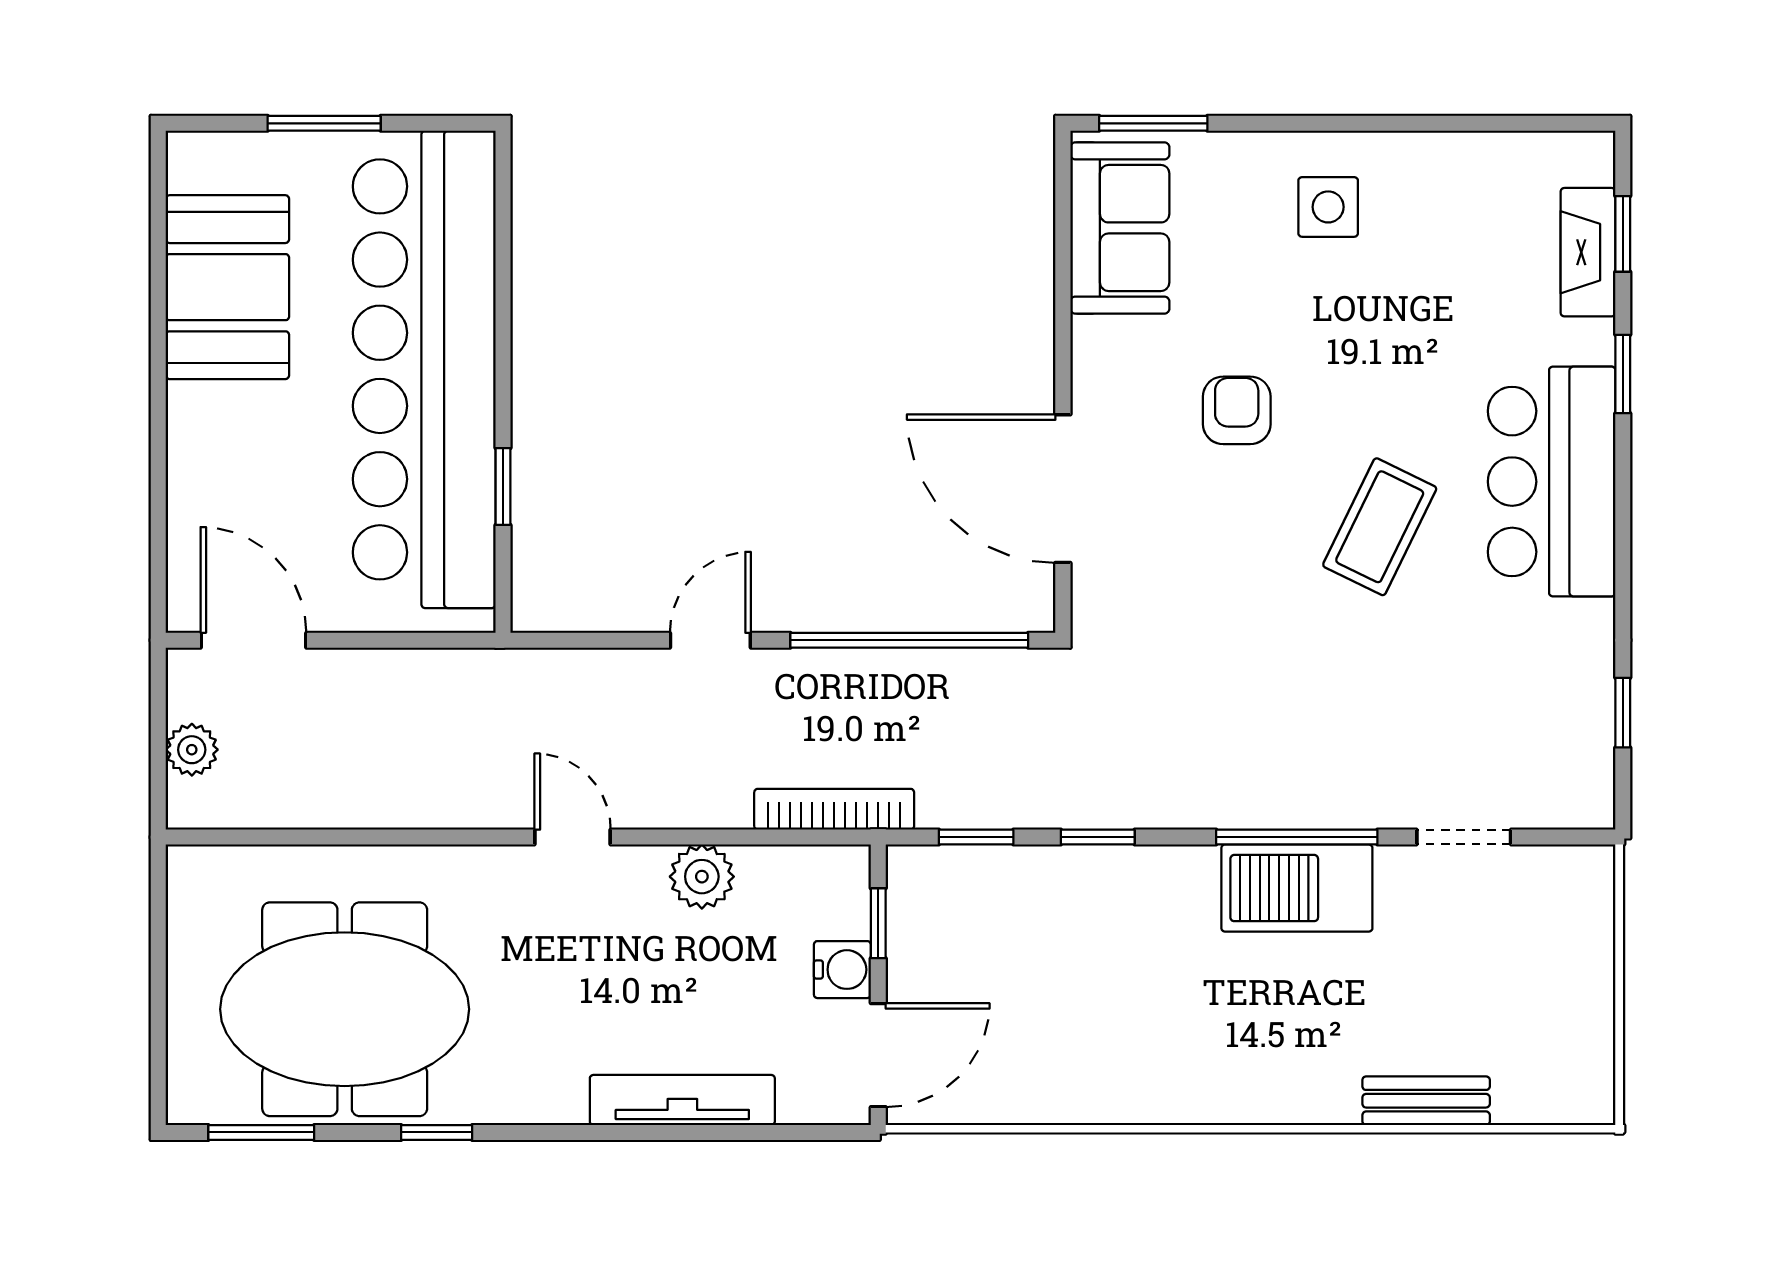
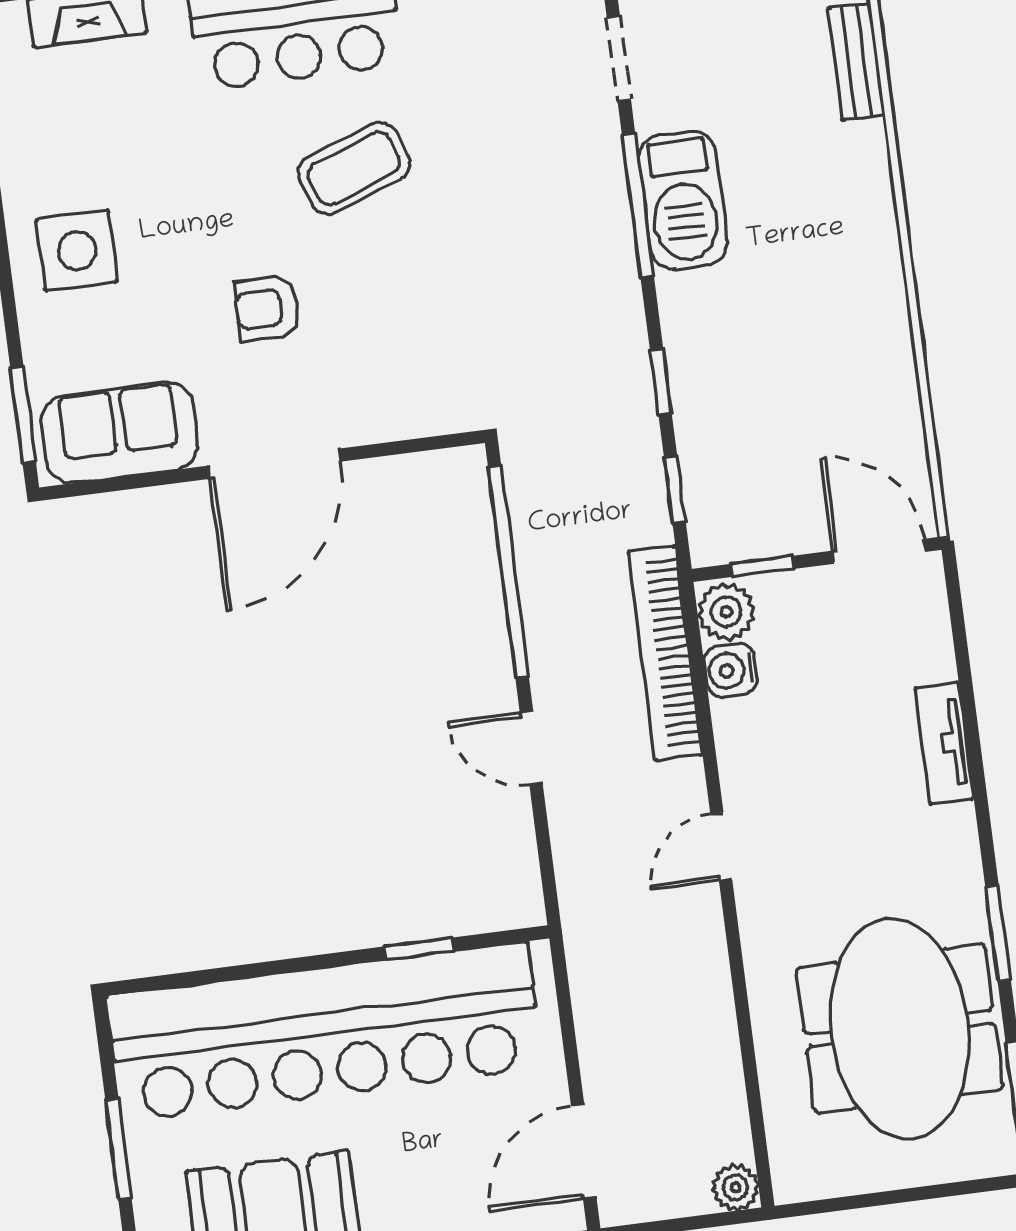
side table: (1328, 207) -> (77, 251), width x1.37, depth x1.37
door: (1063, 489) -> (274, 464), moved
coffee table: (1380, 527) -> (354, 168), turned -46
plant: (192, 750) -> (735, 1187), moved
bookcase: (834, 809) -> (665, 653), width x1.48, depth x1.31
plant: (702, 877) -> (726, 612), moved
water cooler: (842, 970) -> (731, 670), moved, turned -90
tv unit: (682, 1100) -> (944, 743), width x0.71
window: (437, 1132) -> (998, 933), width x1.50

